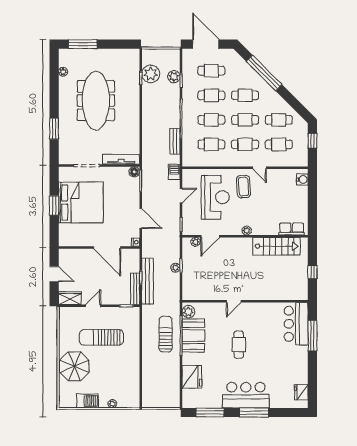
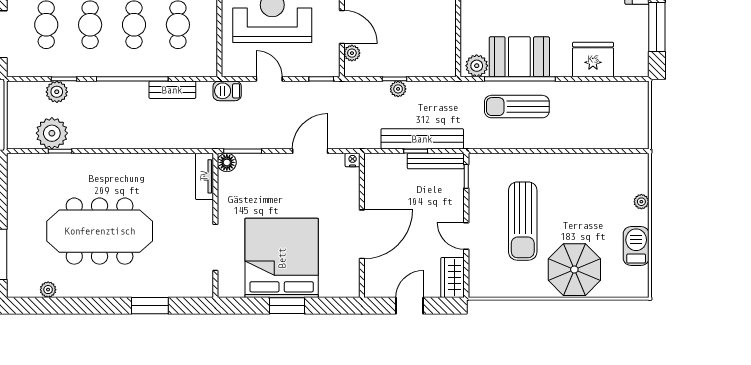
tv unit: (121, 159) -> (204, 176), width x0.71
door: (107, 247) -> (362, 234), moved

